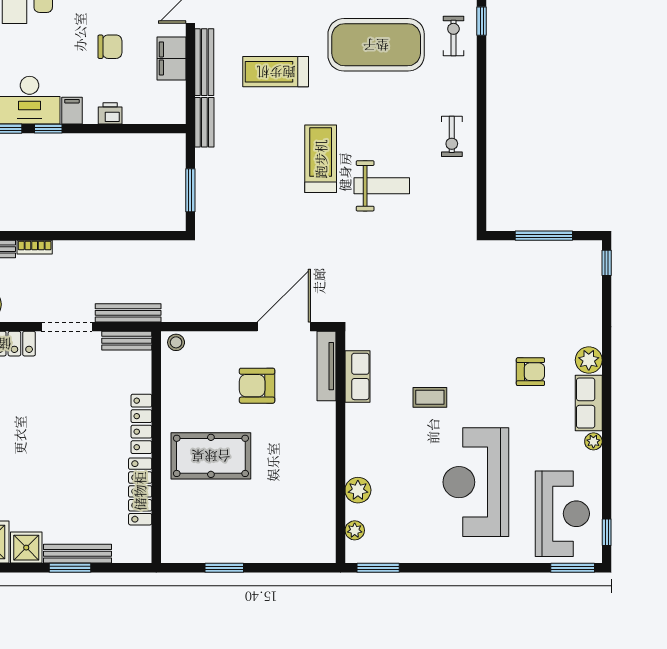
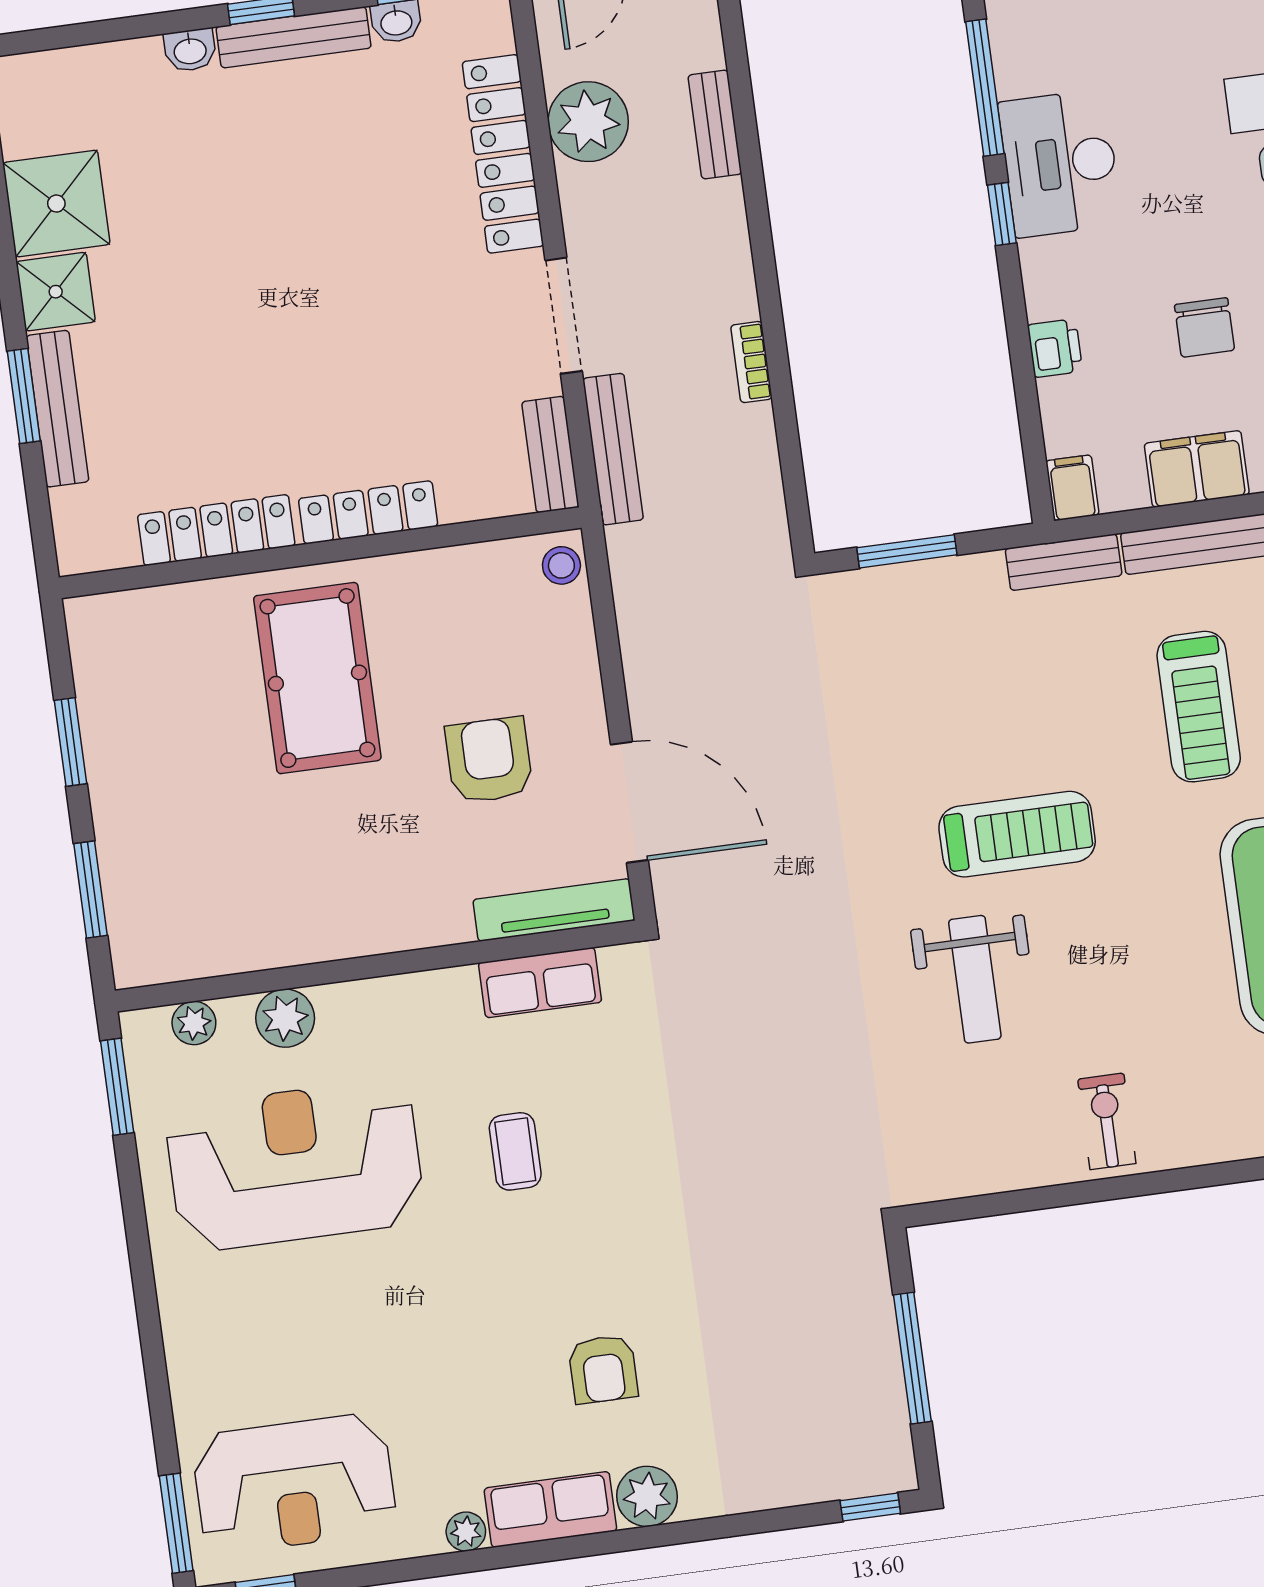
treadmill: (276, 72) -> (1199, 707), turned 180
filing cabinet: (72, 111) -> (1072, 488), moved, turned -90
exercise bike: (452, 136) -> (1107, 1121), turned 90
bookcase: (35, 247) -> (751, 362), moved
reception desk: (476, 482) -> (295, 1165), moved
window: (290, 568) -> (90, 889), added

